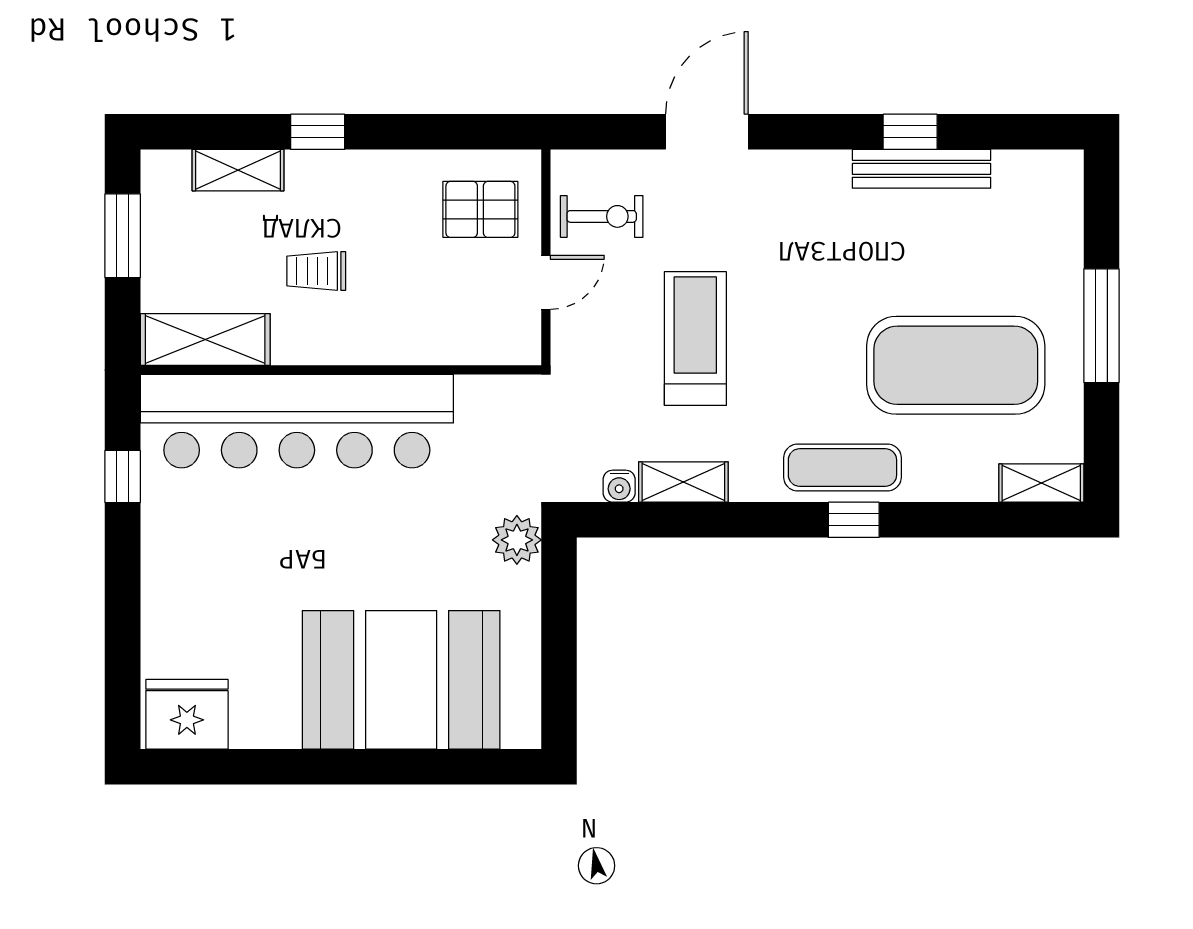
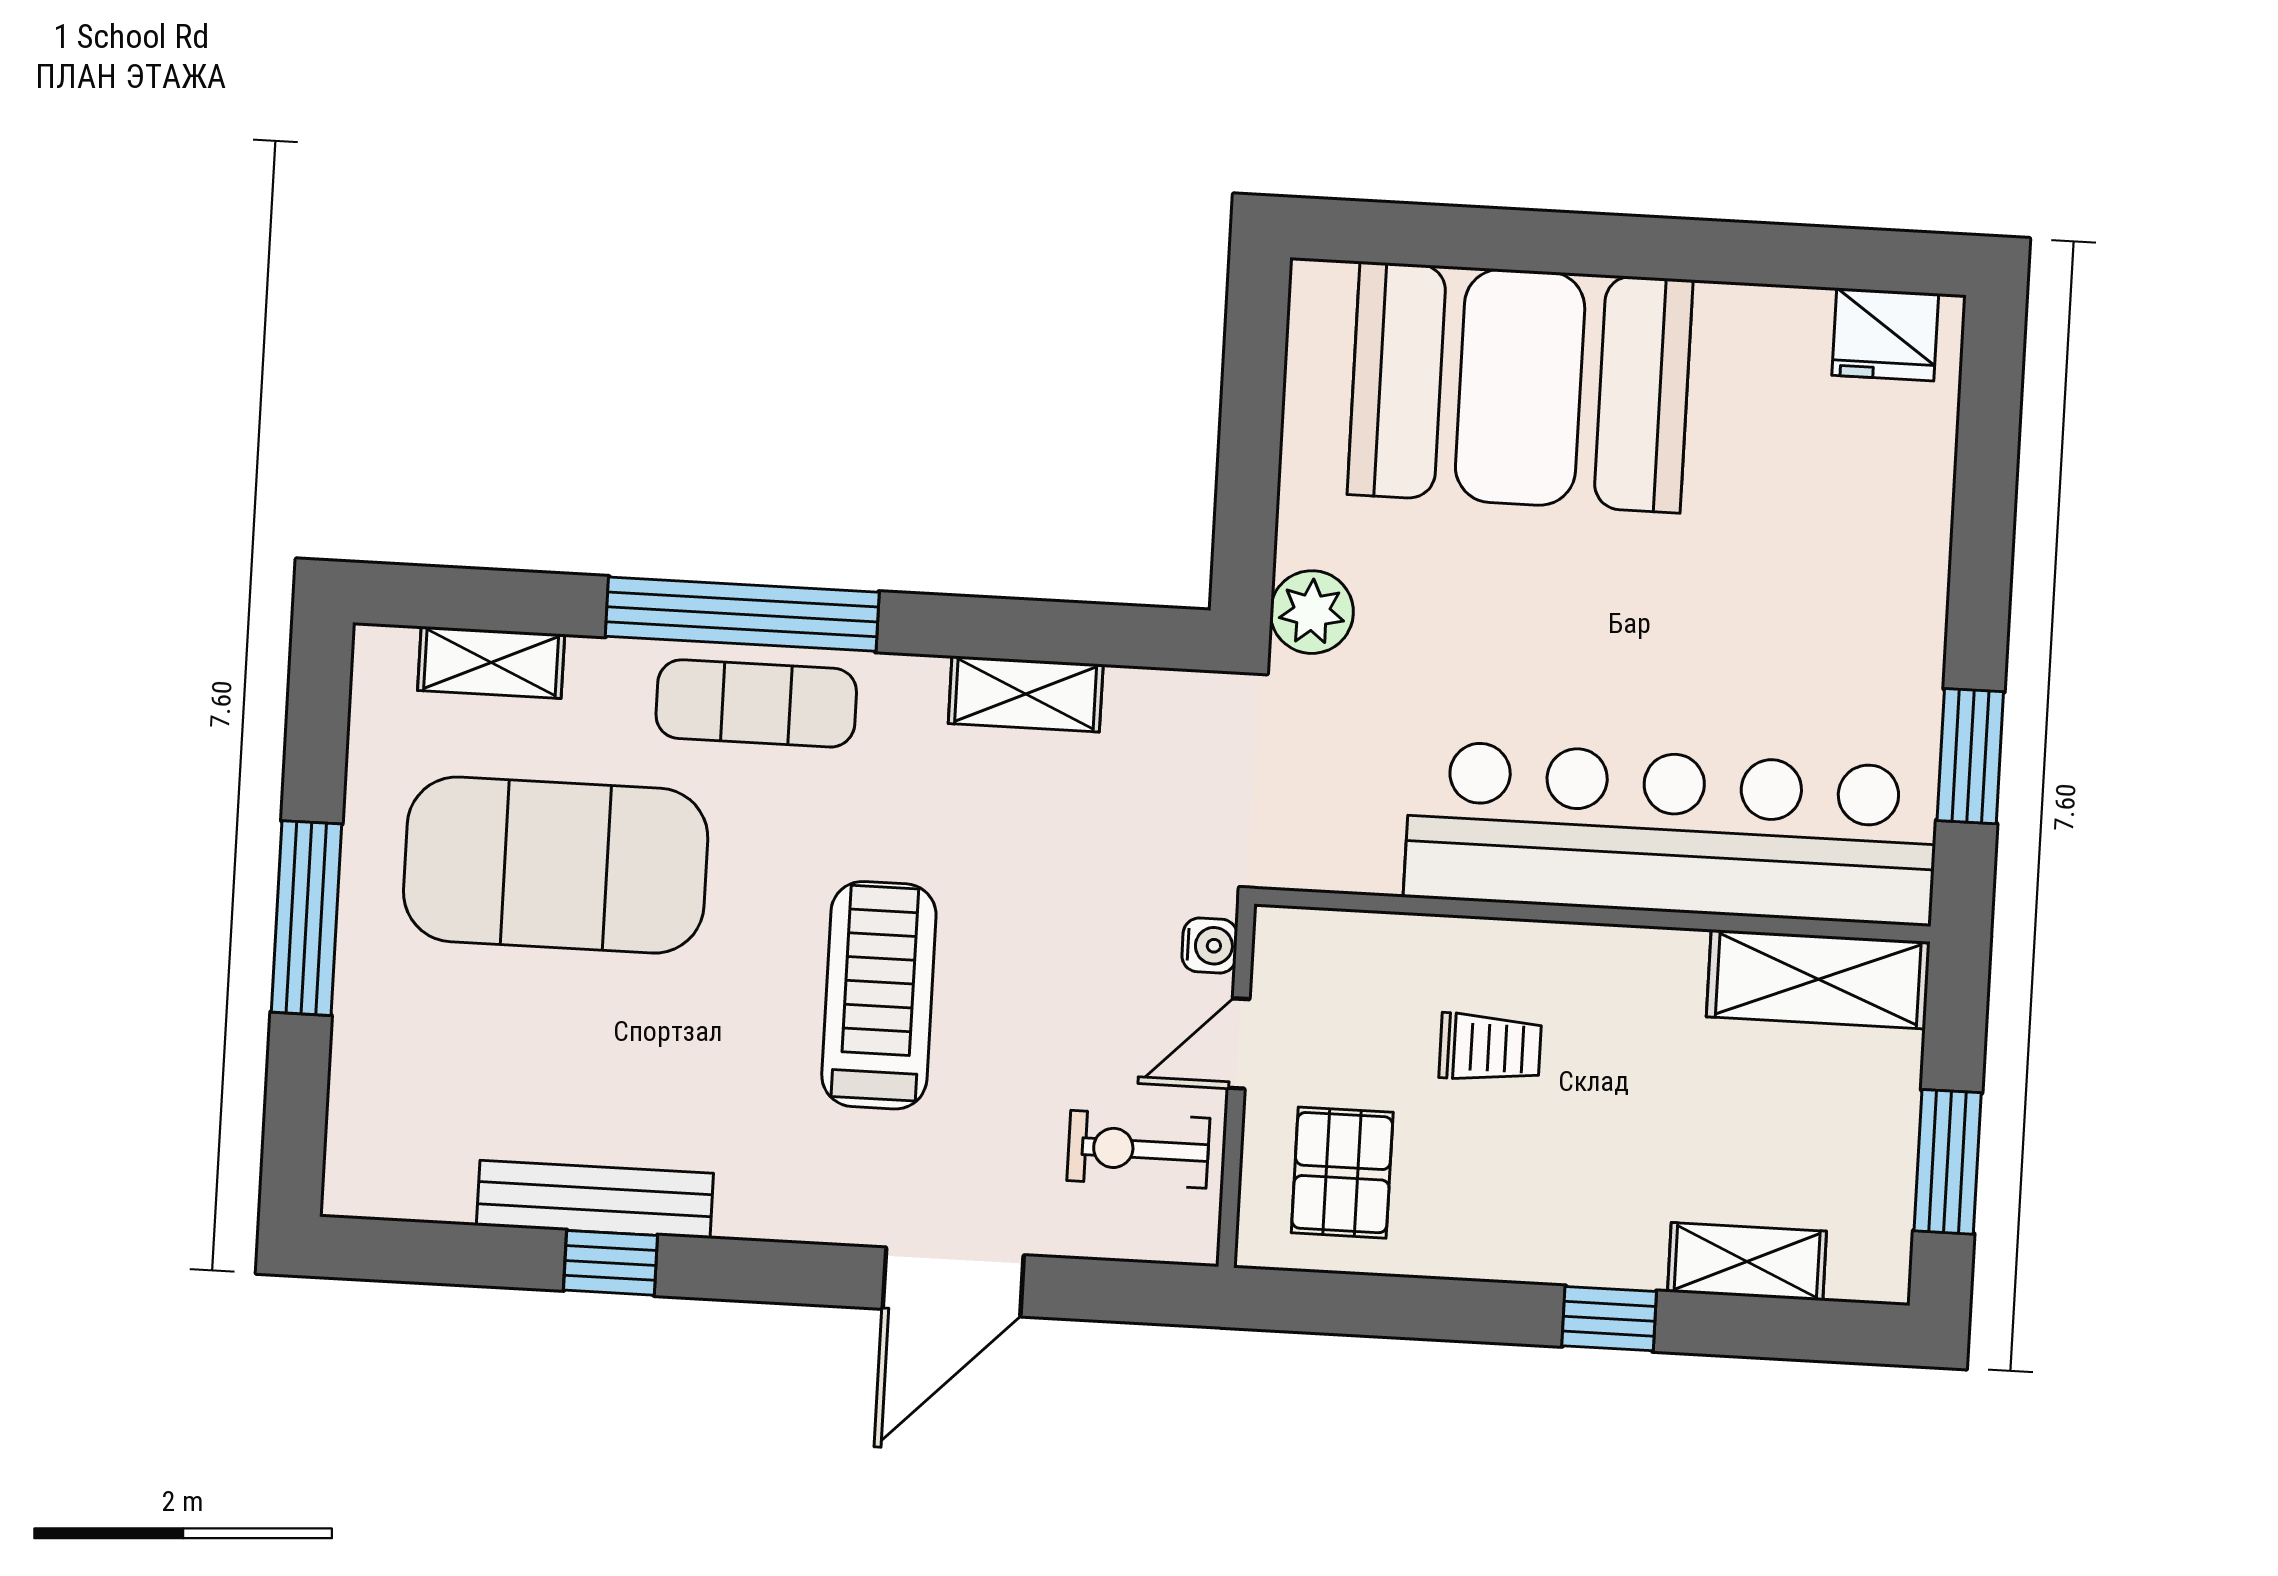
pallet: (480, 209) -> (1342, 1173), turned 90
trolley: (316, 271) -> (1490, 1048), moved
treadmill: (695, 338) -> (879, 995), moved, turned 180
window: (123, 476) -> (1970, 756), width x1.50
shelving: (1041, 483) -> (491, 662), moved
water cooler: (619, 486) -> (1210, 946), moved, turned 90
window: (854, 520) -> (742, 614), width x3.17
fridge: (187, 714) -> (1885, 334), width x0.73, depth x0.75

